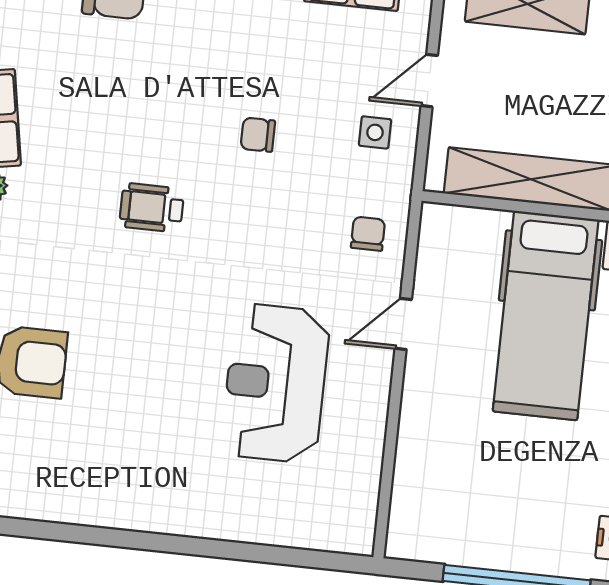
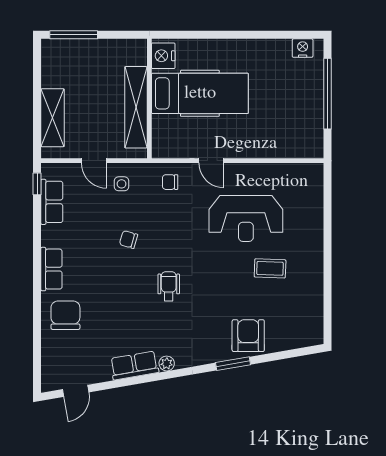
chair: (258, 135) -> (129, 239), turned 106
wheelchair: (152, 208) -> (169, 286), turned 180
coffee table: (166, 422) -> (270, 268), added

